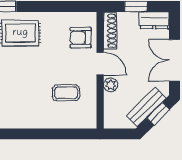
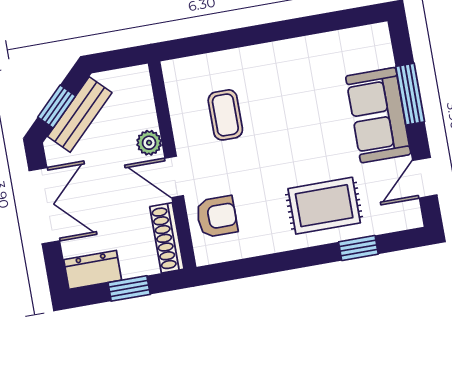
coffee table: (66, 93) -> (225, 115), turned 90

